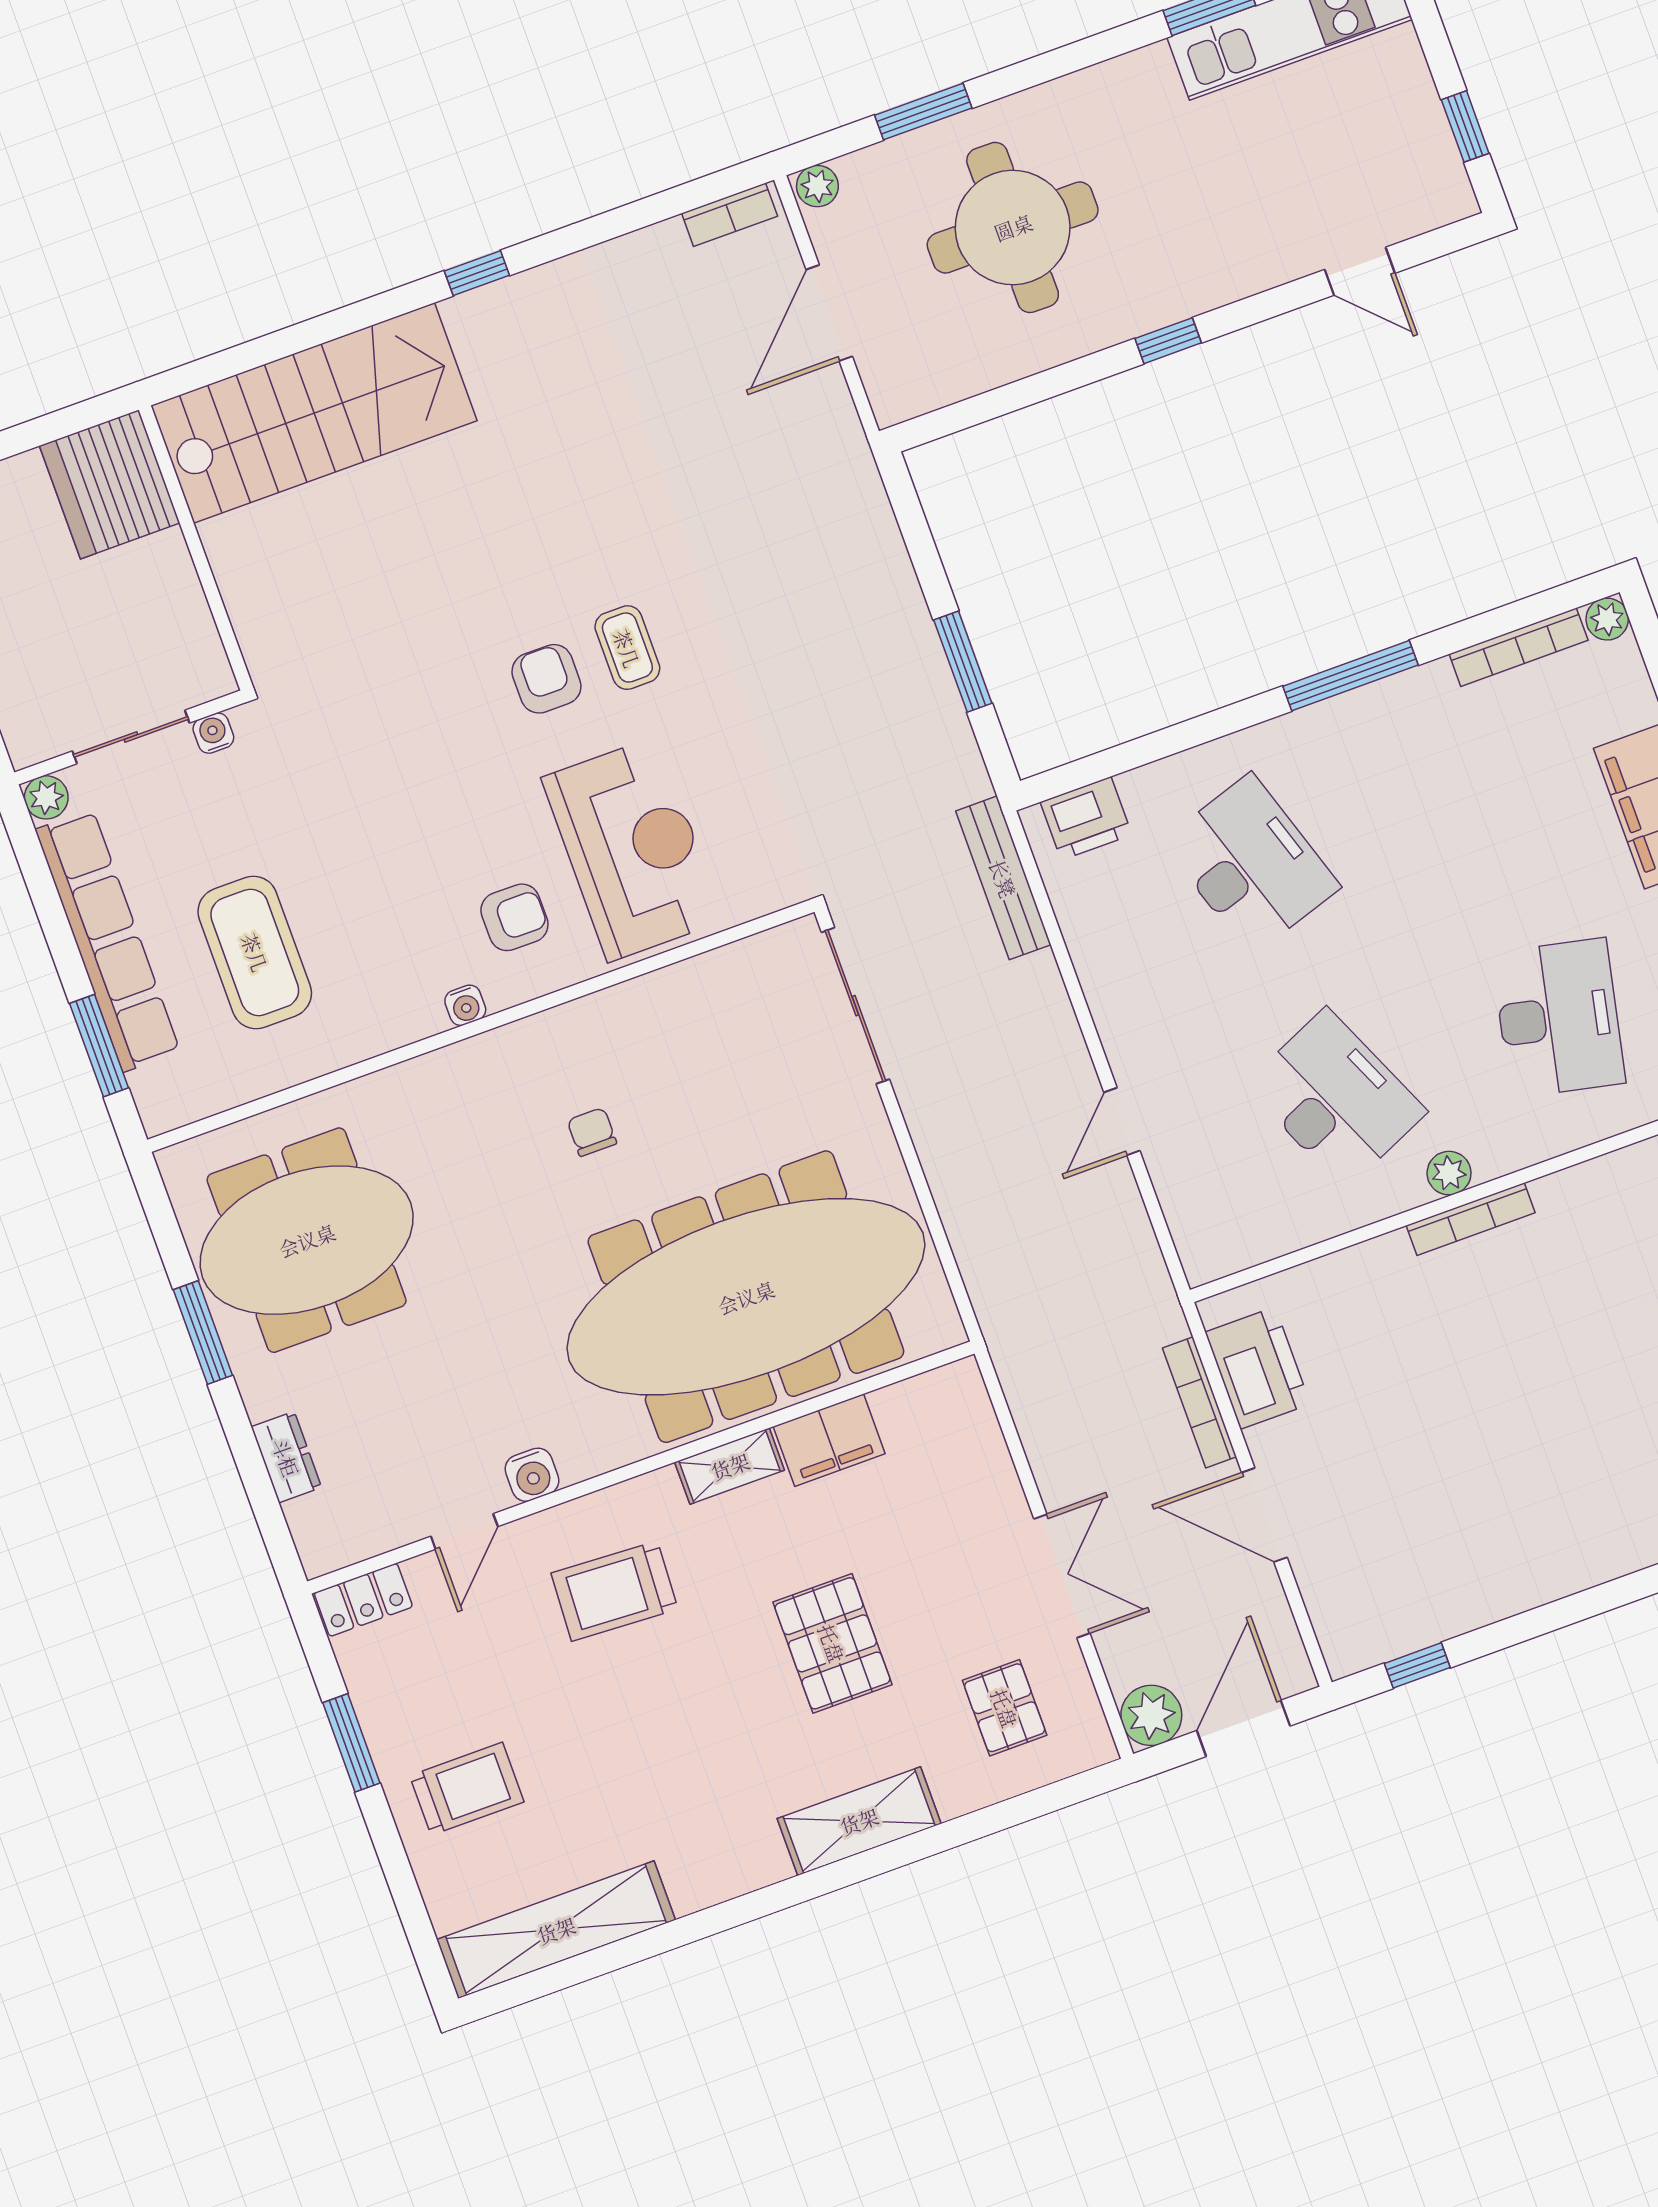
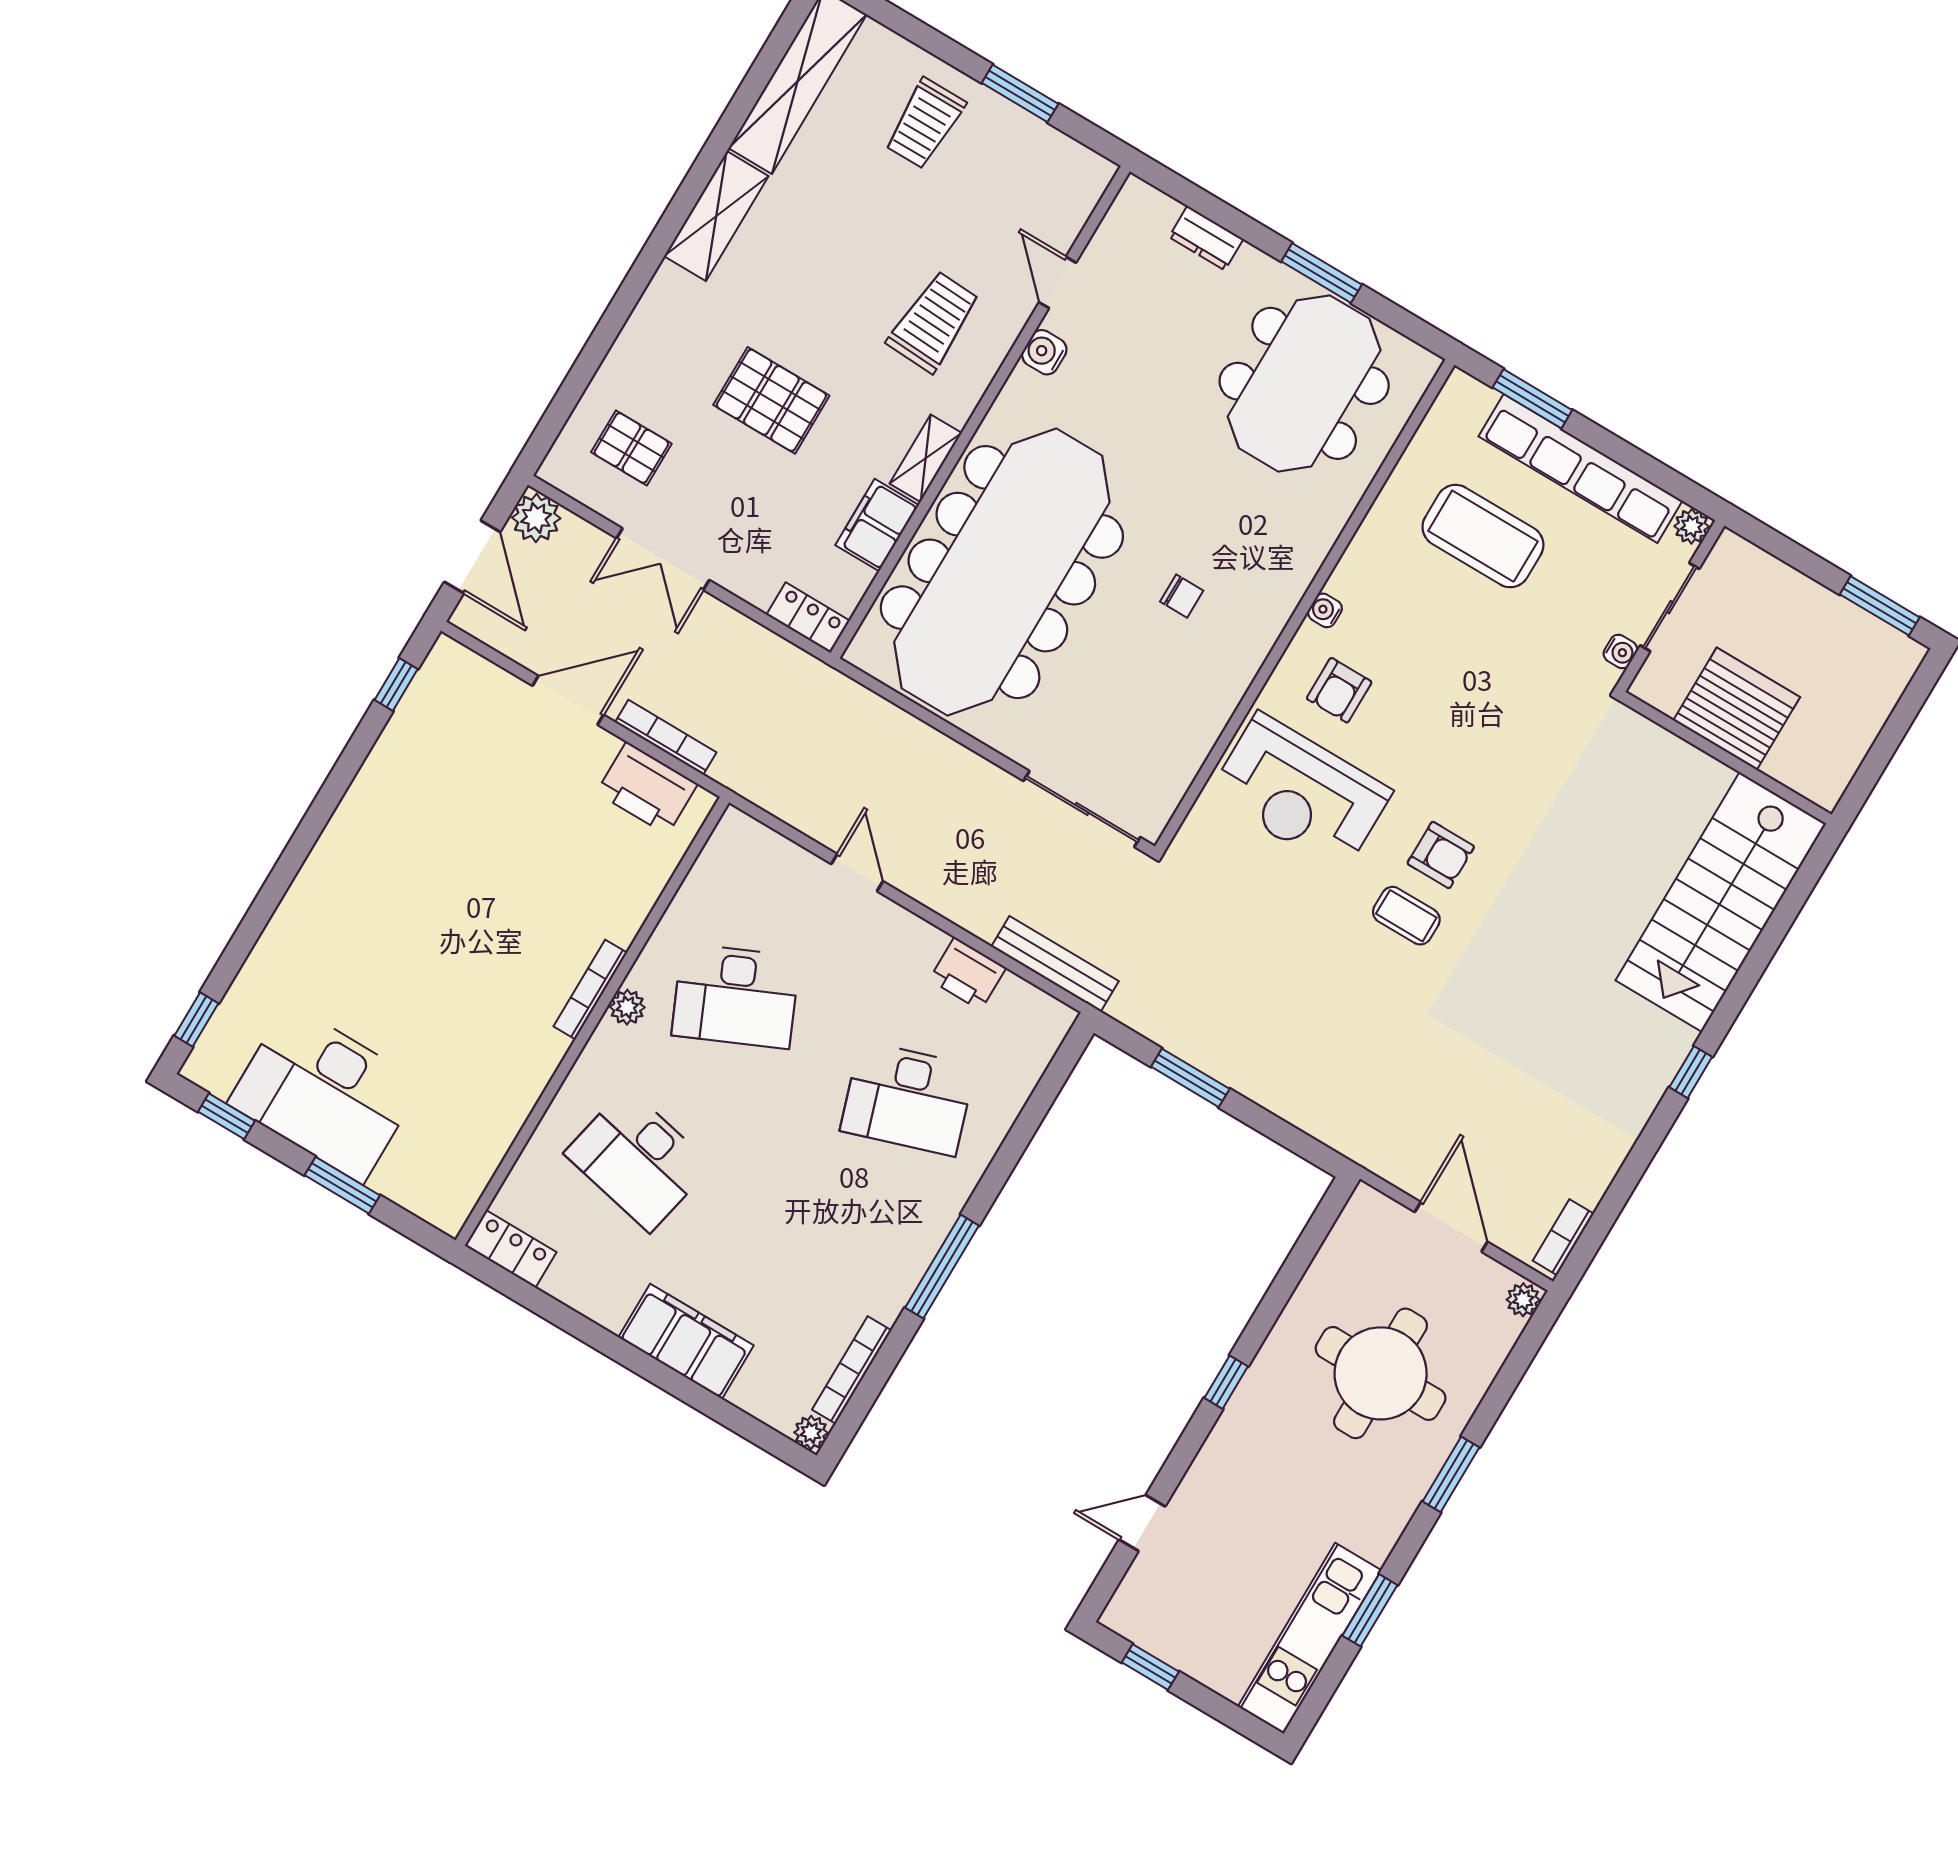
window: (923, 112) -> (1451, 1474), moved
server rack: (110, 484) -> (1737, 709), moved
printer: (1086, 818) -> (968, 974), moved, turned -90
locker: (363, 1600) -> (808, 618), moved, turned 90
shelving: (859, 1821) -> (716, 216), moved

